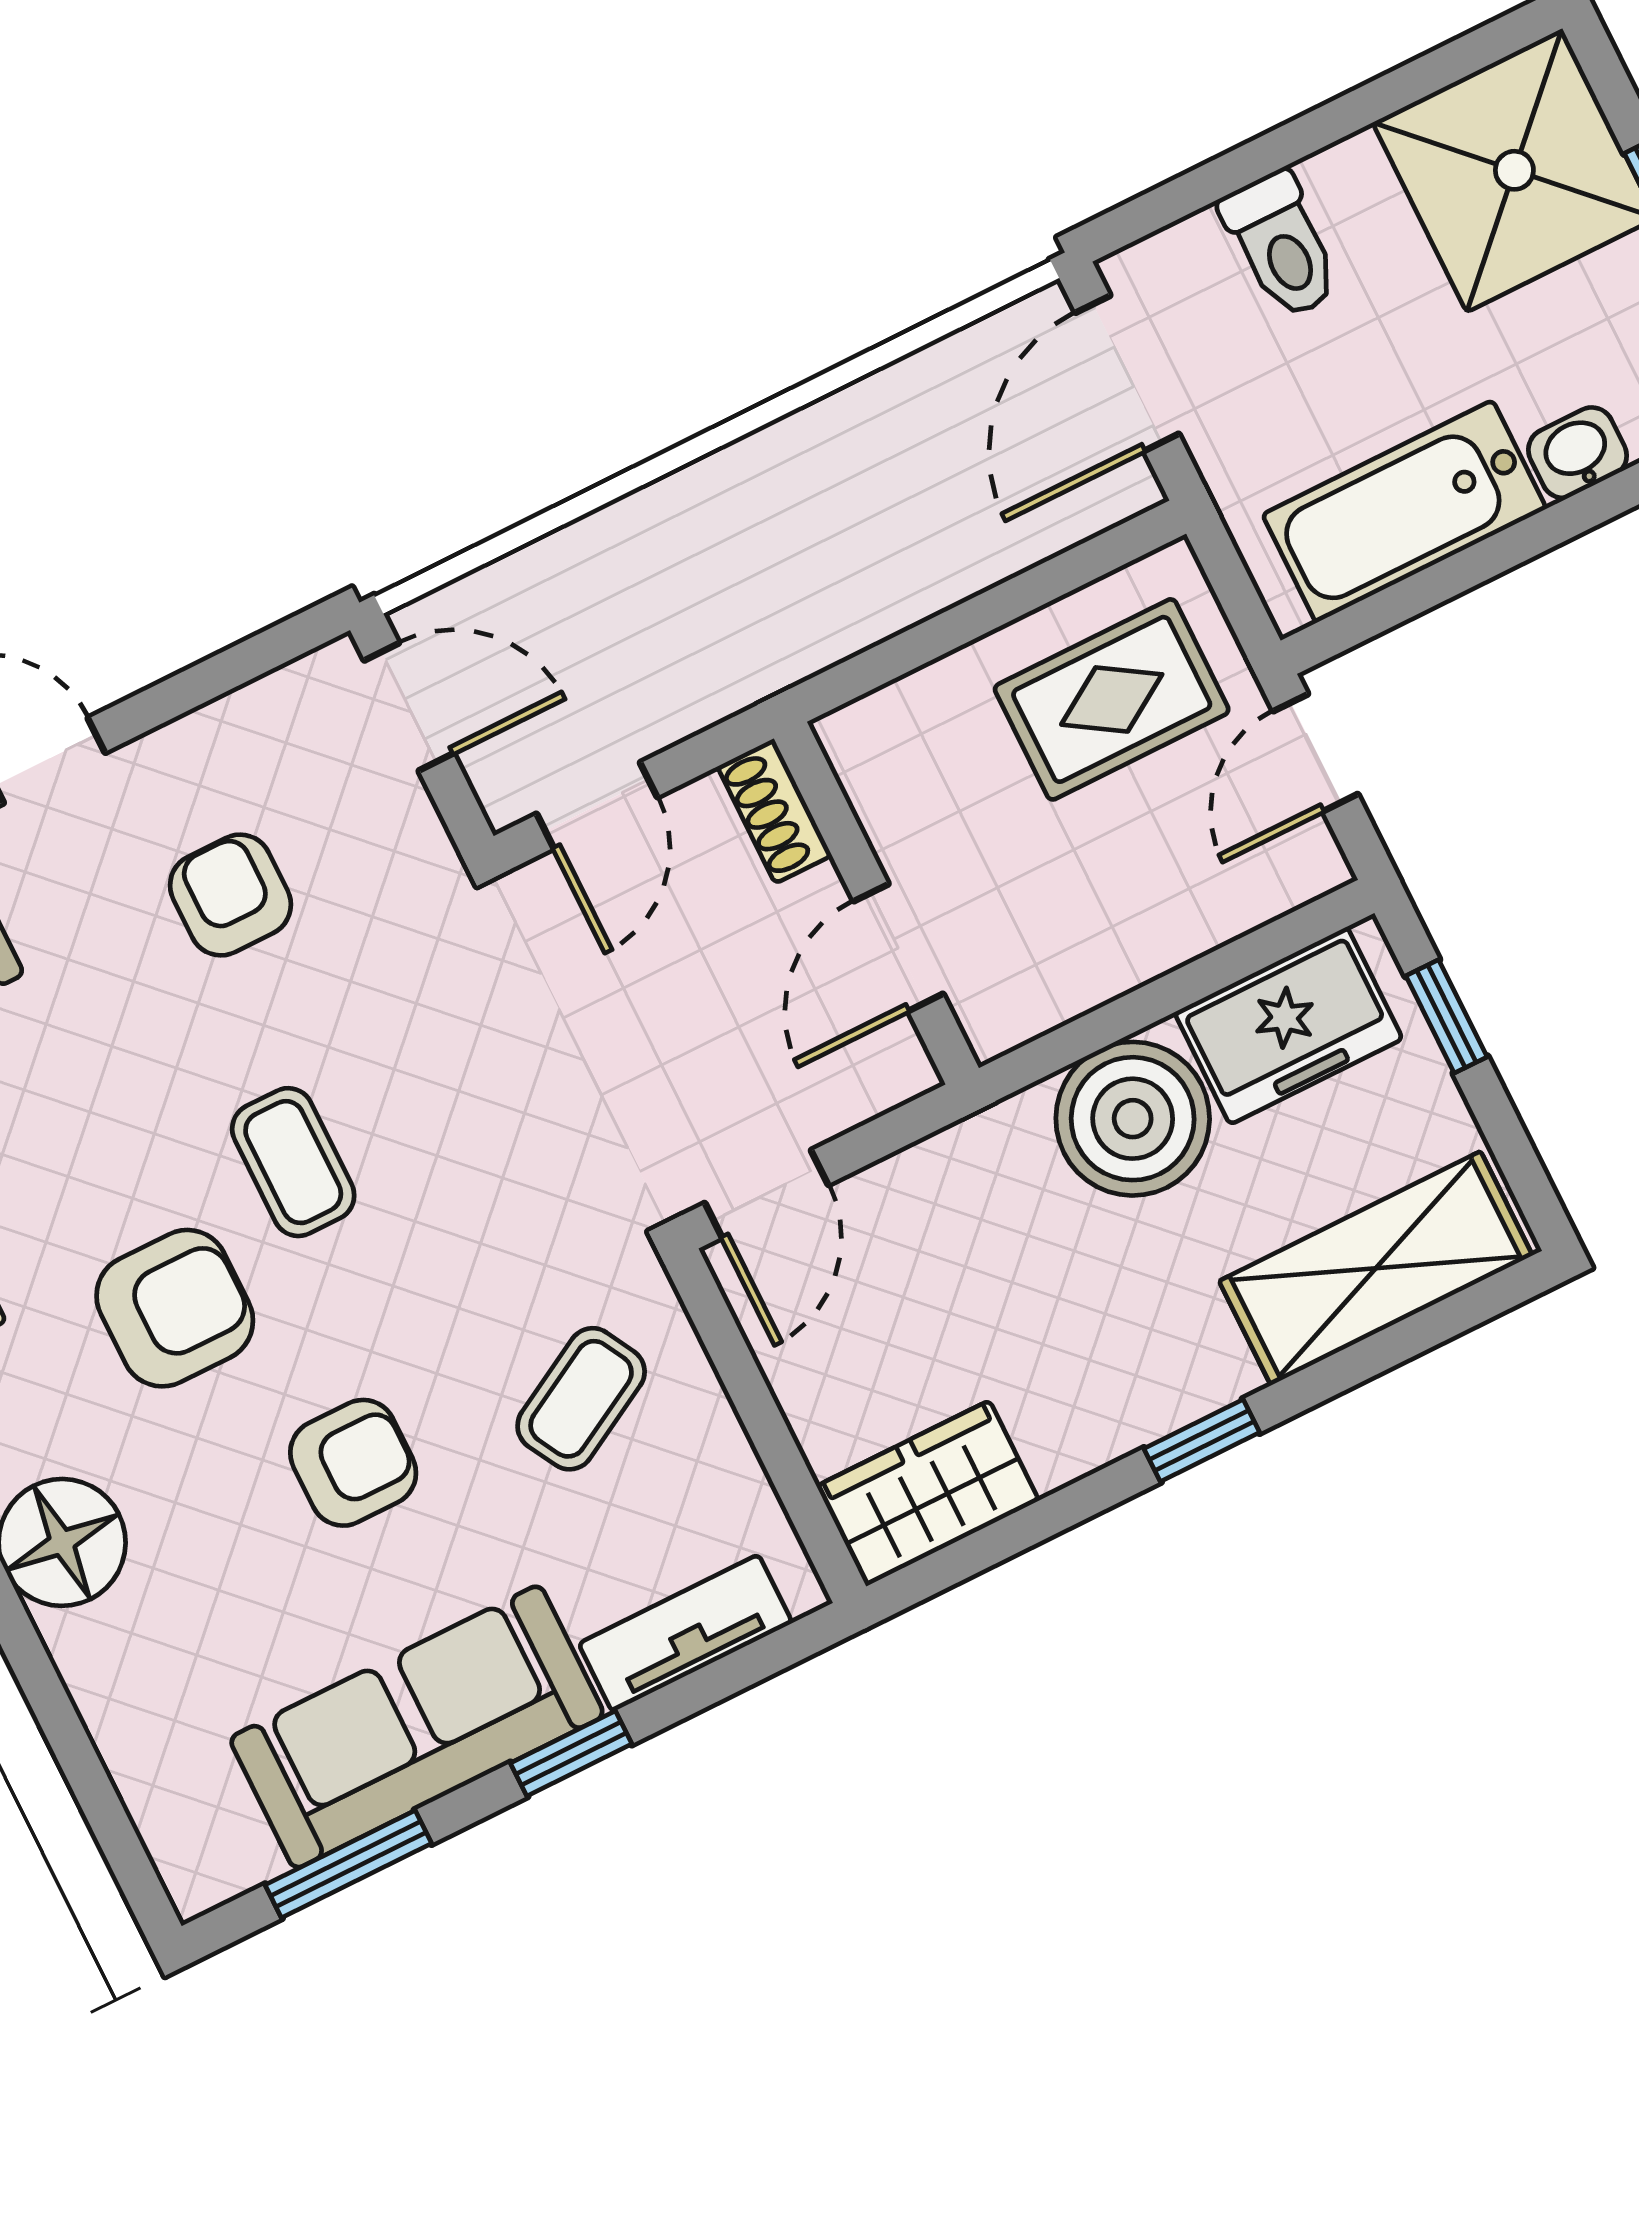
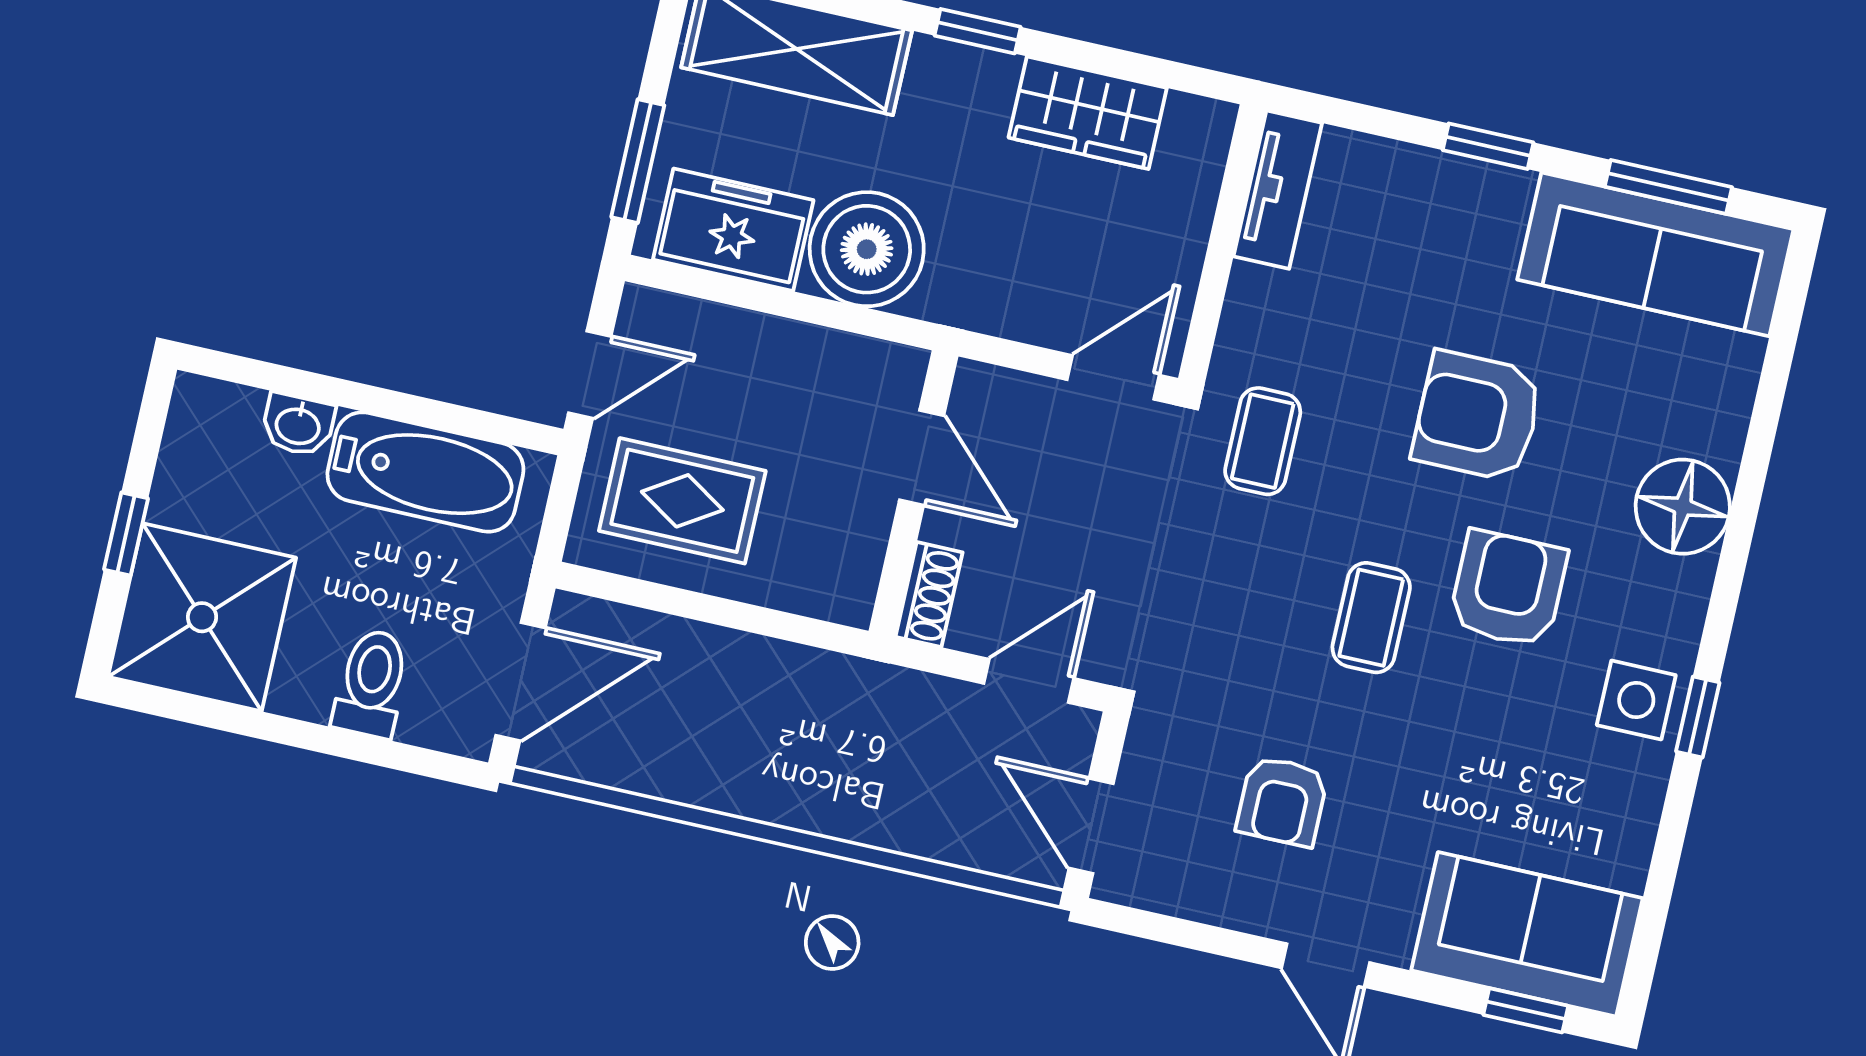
door: (898, 948) -> (922, 458), hinge flipped
window: (1446, 1016) -> (638, 161), width x1.50
armchair: (175, 1308) -> (1508, 589), turned 90
coffee table: (581, 1399) -> (1263, 441), moved, turned -61
armchair: (353, 1463) -> (1478, 416), width x1.38, depth x1.38
wardrobe: (928, 1493) -> (1088, 113), moved
tv unit: (685, 1633) -> (1278, 190), moved, turned -90
sofa: (417, 1727) -> (1655, 254), moved

